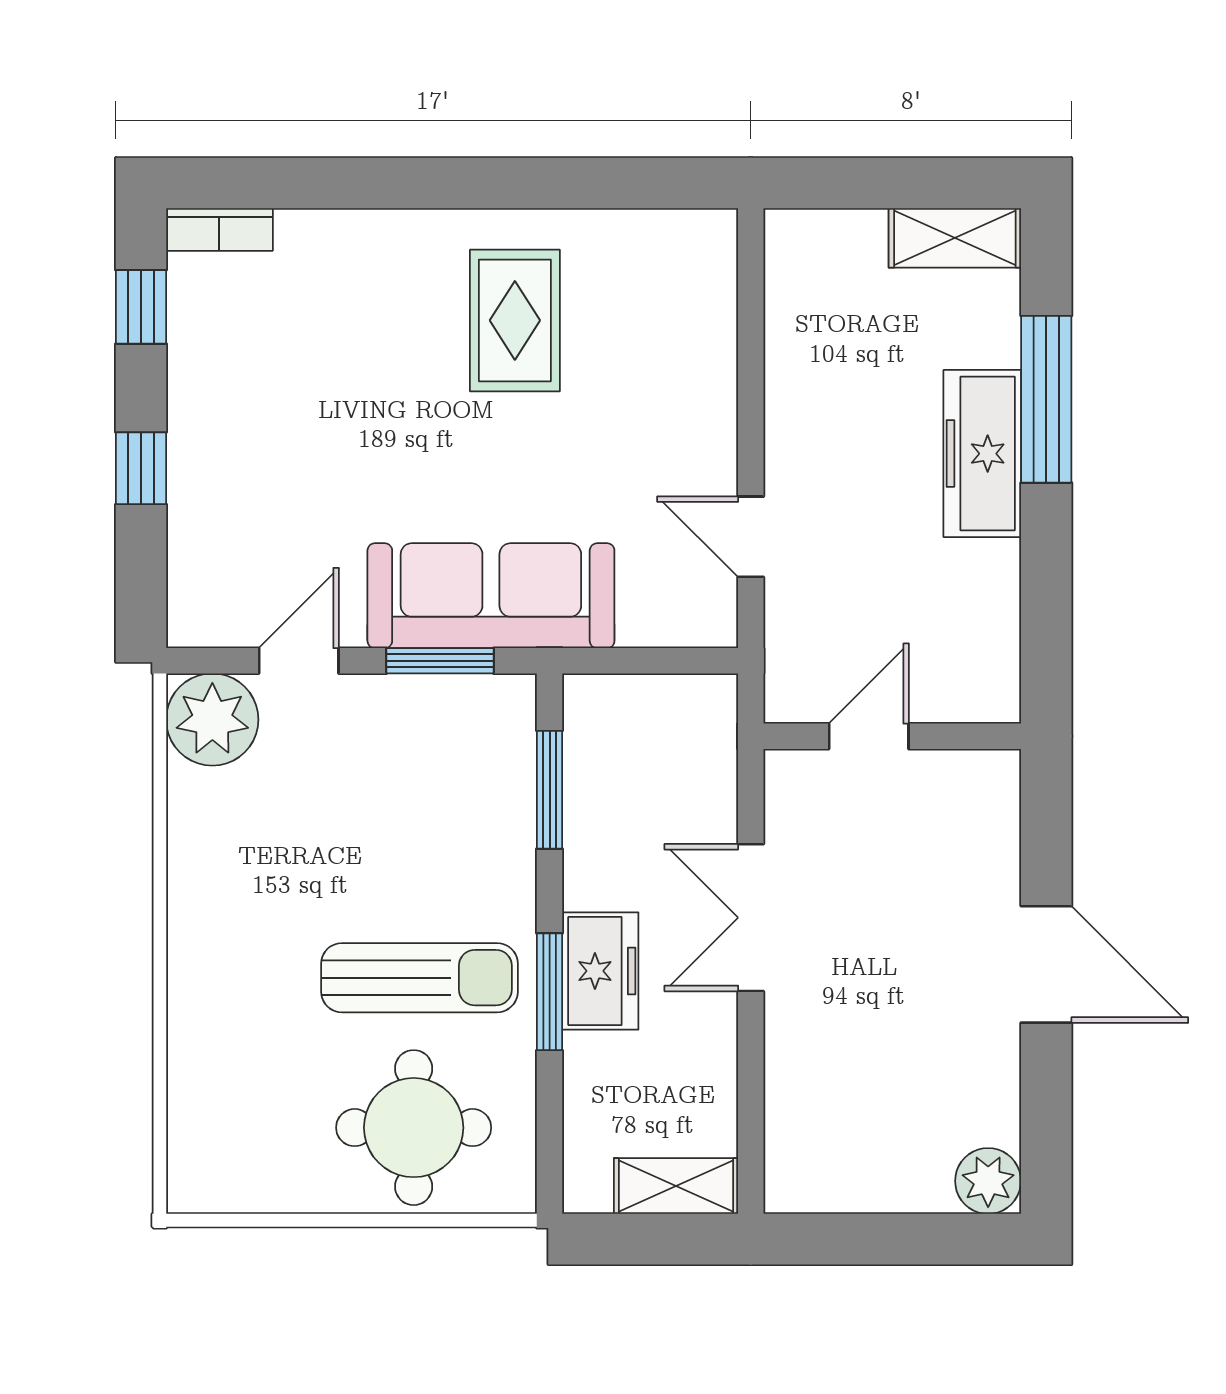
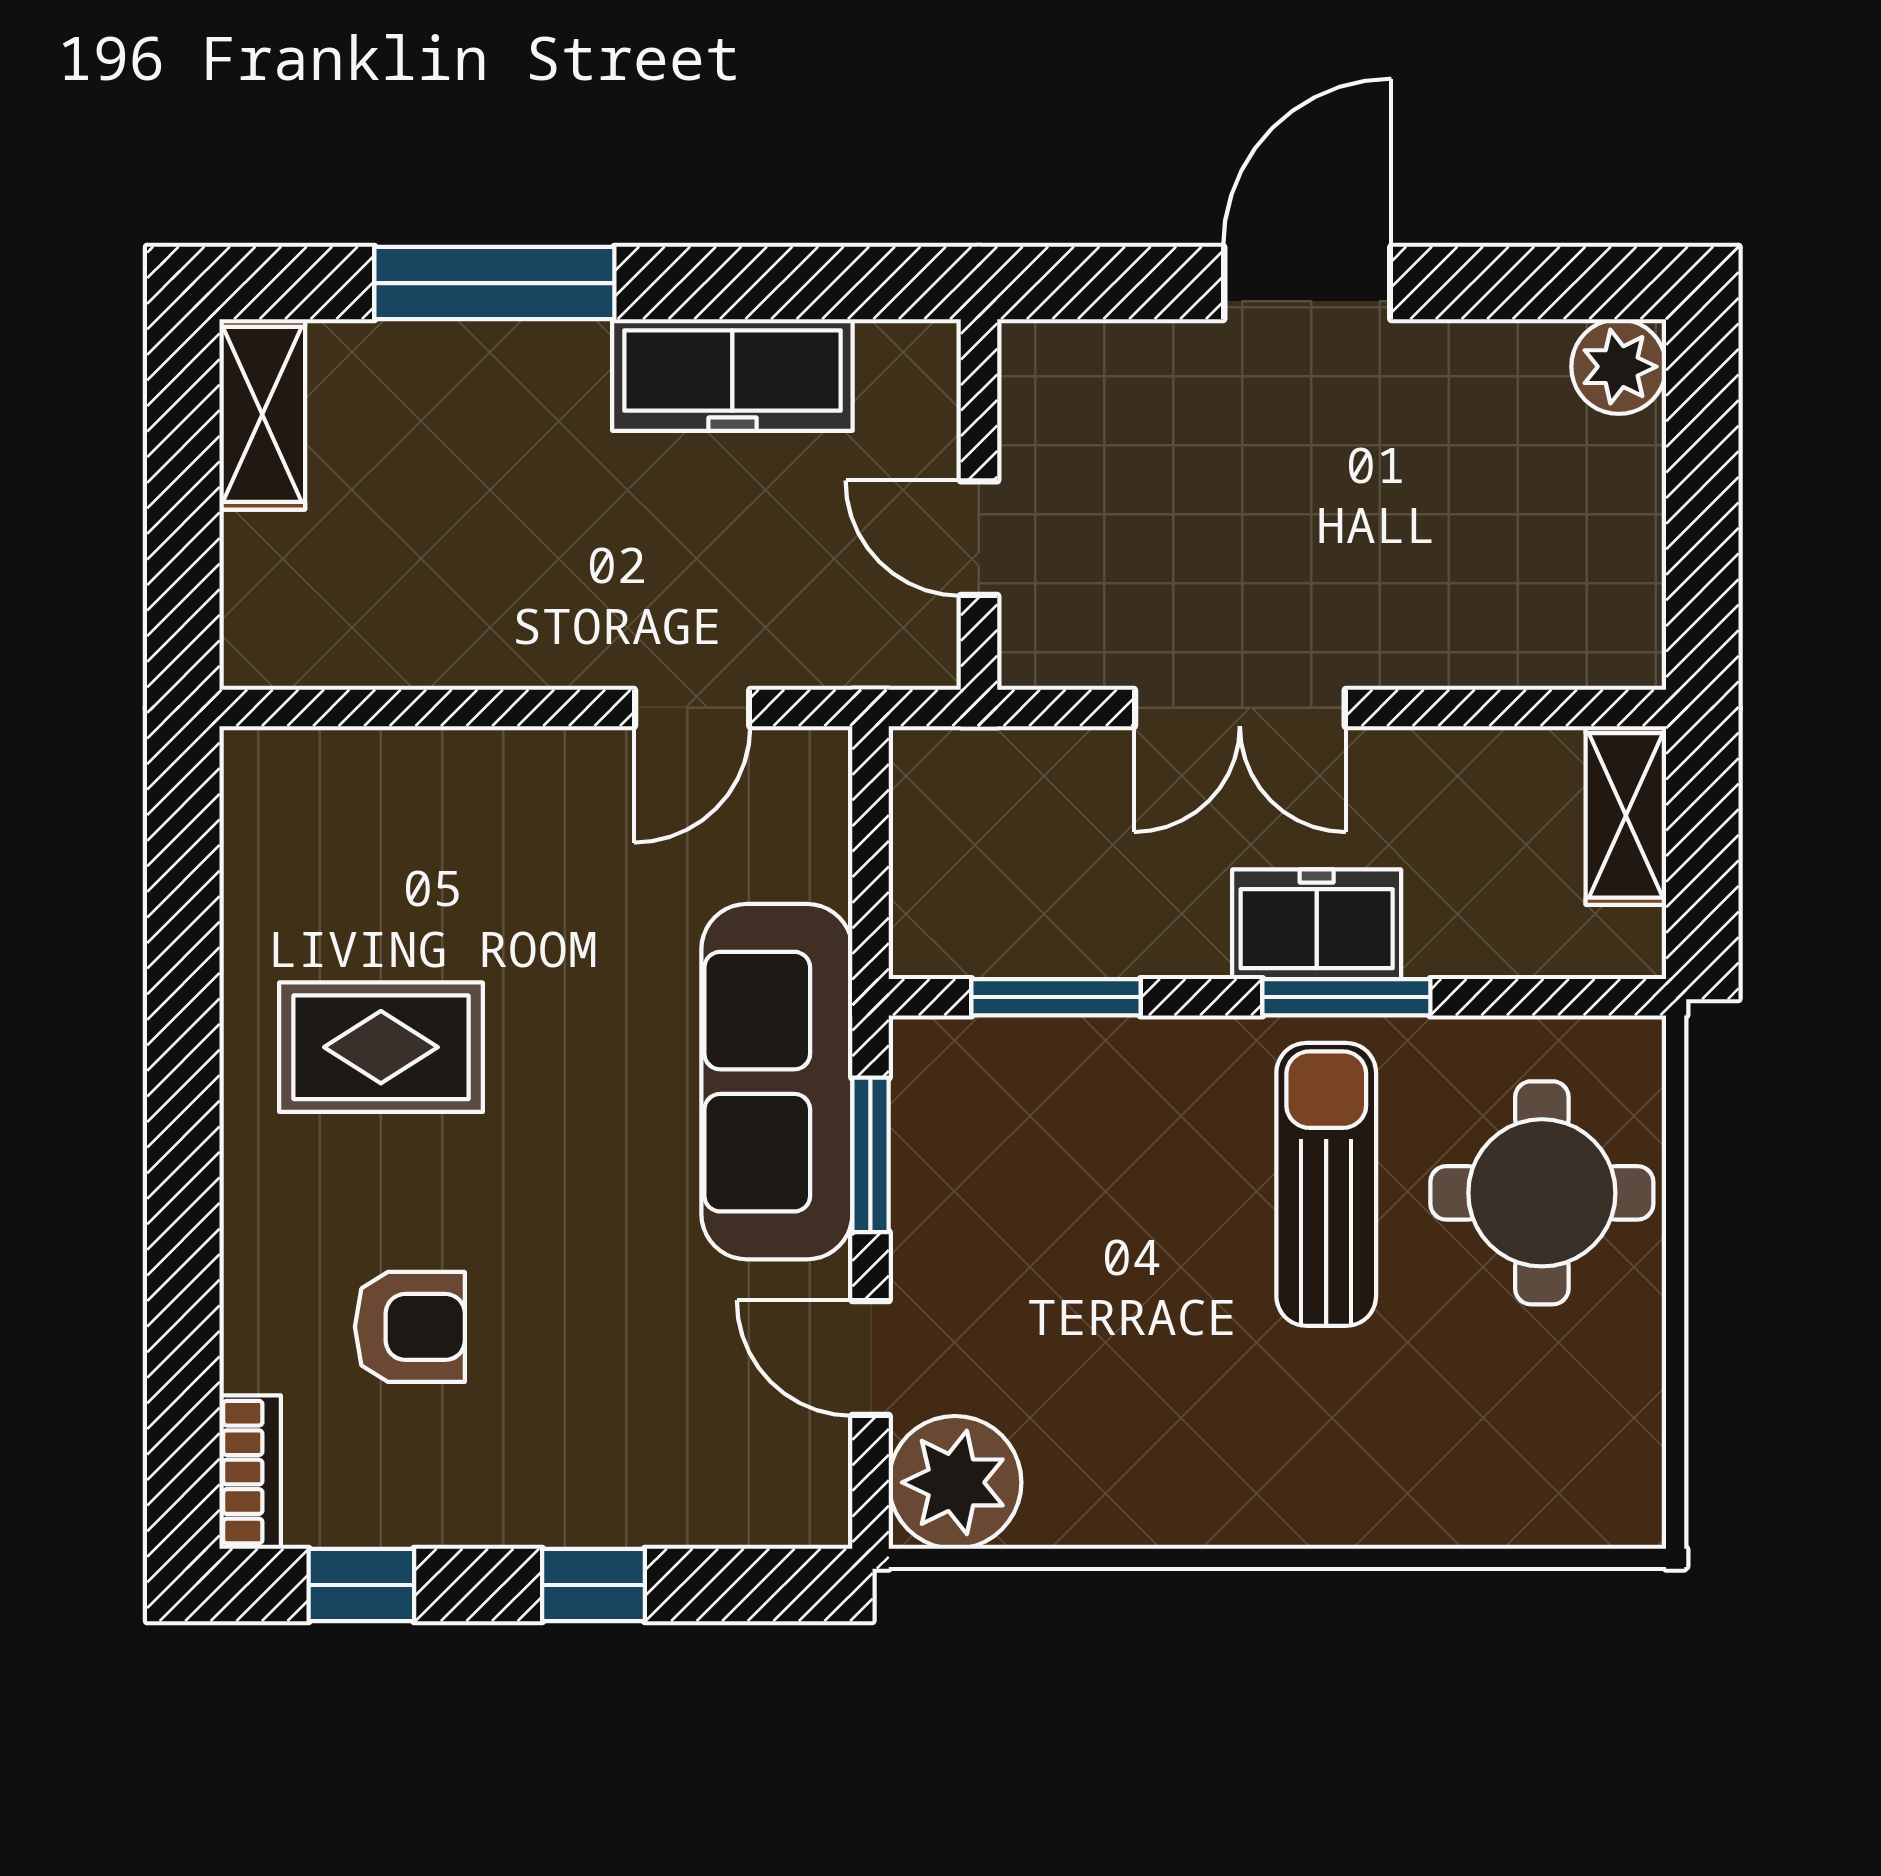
armchair: (320, 341) -> (410, 1327), added
freezer: (982, 454) -> (732, 375), moved

